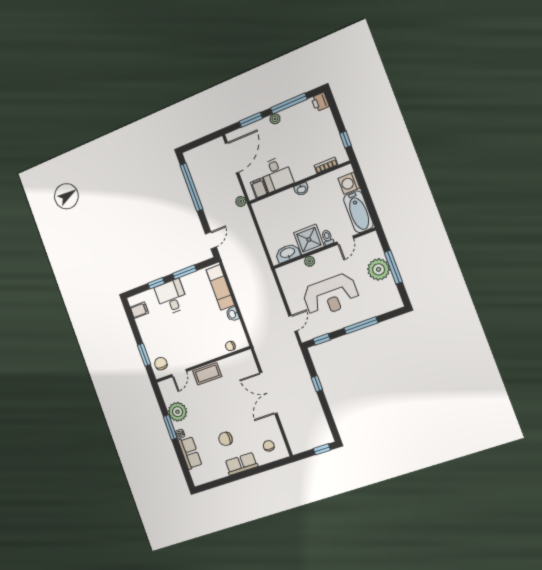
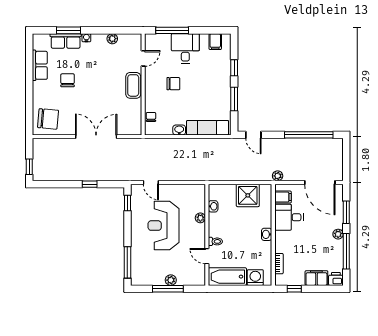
filing cabinet: (326, 122) -> (316, 278), added
shower: (309, 240) -> (248, 195), moved
washbasin: (288, 253) -> (213, 206), width x0.52, depth x0.69
plant: (379, 269) -> (171, 280), width x0.53, depth x0.53
desk: (171, 297) -> (185, 49), moved, turned -90
window: (361, 325) -> (127, 262), moved
window: (144, 355) -> (172, 30), width x1.44
chair: (161, 364) -> (173, 84), moved
door: (179, 373) -> (143, 58), swing flipped
plant: (178, 412) -> (112, 39), width x0.53, depth x0.53
window: (170, 427) -> (68, 30), moved
chair: (269, 446) -> (48, 119), width x1.87, depth x1.87
row of seats: (241, 464) -> (40, 65), moved

